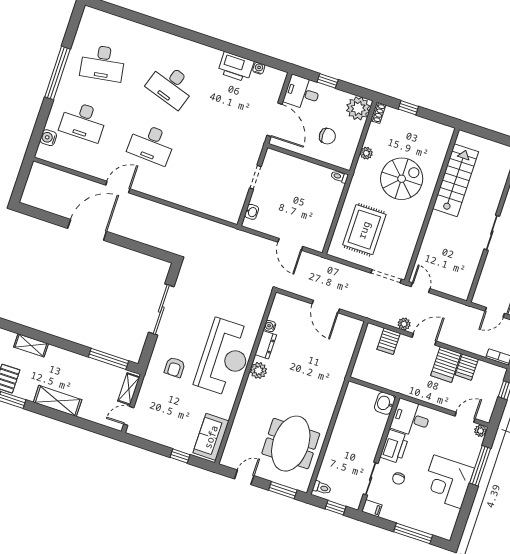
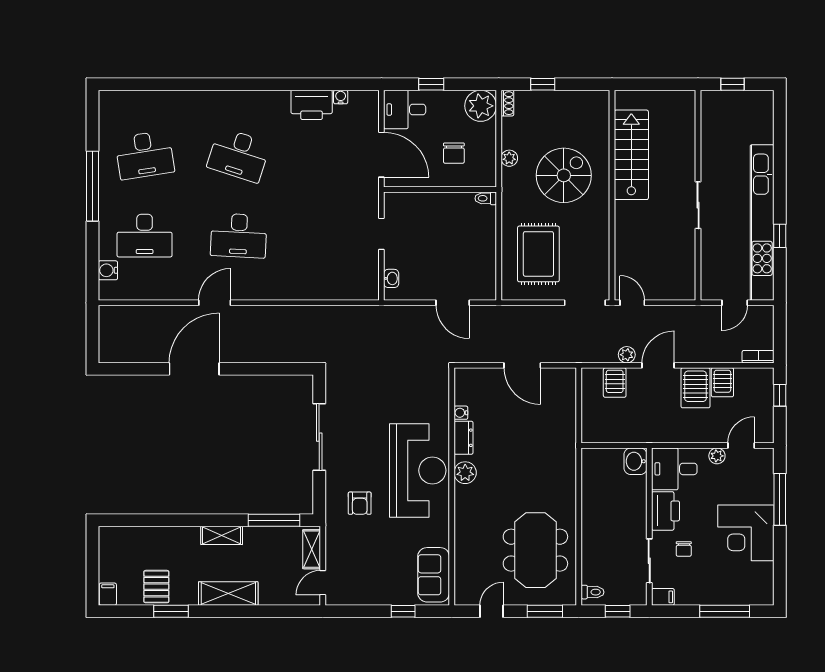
chair: (327, 136) -> (454, 153), turned 90
shelving: (31, 345) -> (222, 535), moved
plant: (480, 431) -> (717, 456), moved

